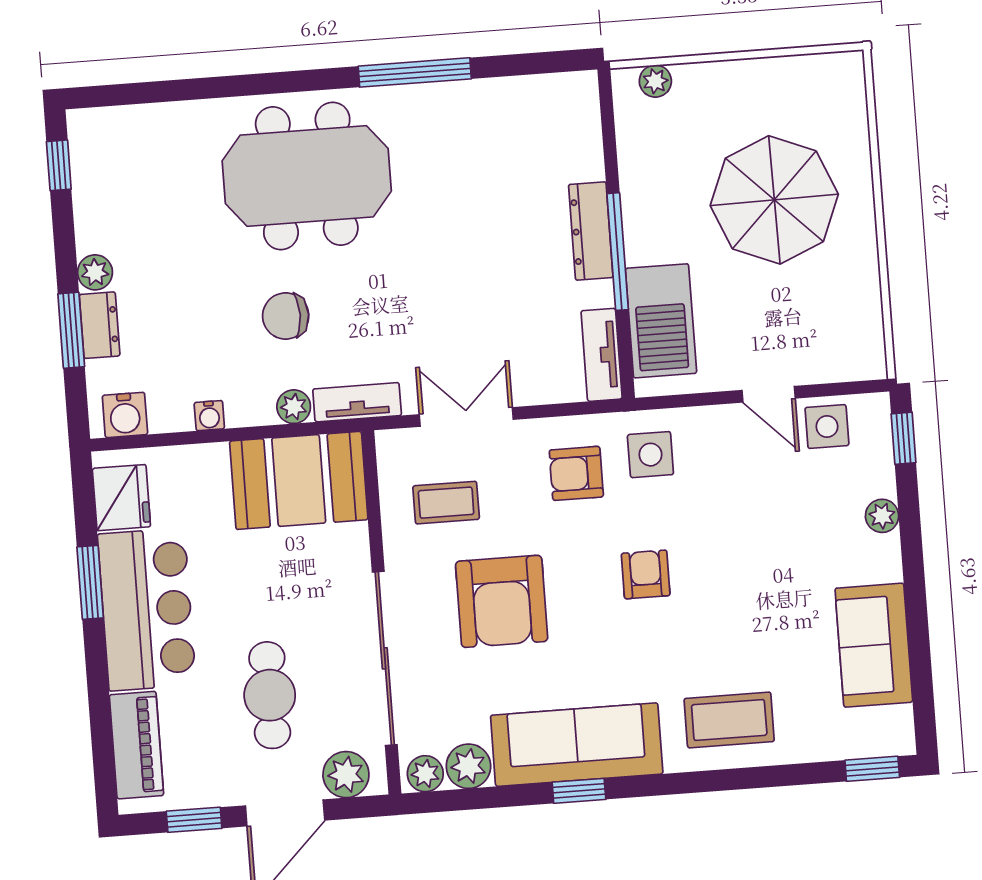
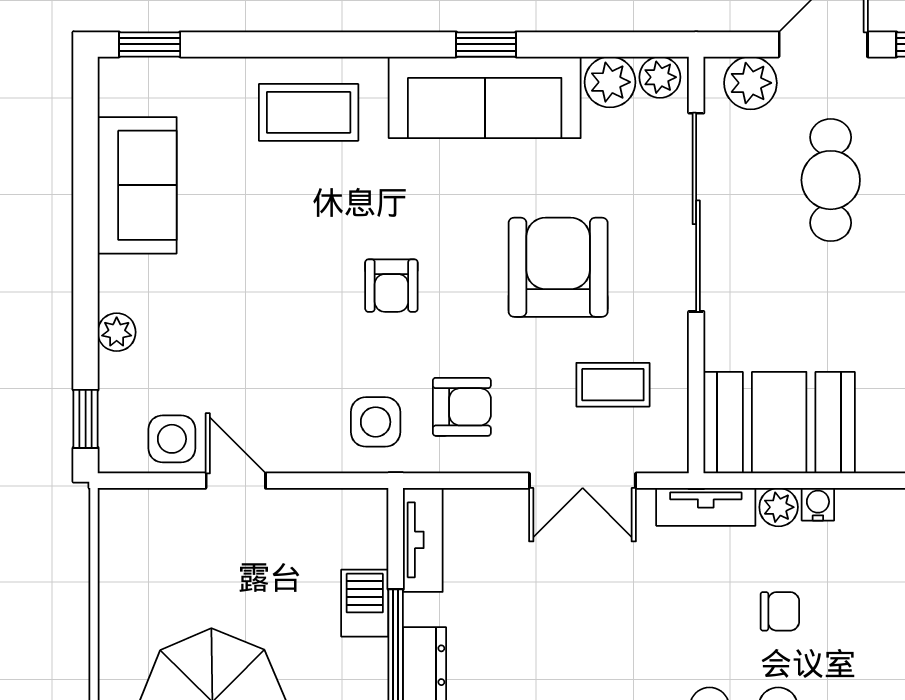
chair: (286, 316) -> (780, 611), width x0.73, depth x0.73
barbecue: (661, 321) -> (365, 603), width x0.53, depth x0.65
water cooler: (209, 416) -> (818, 504), moved

